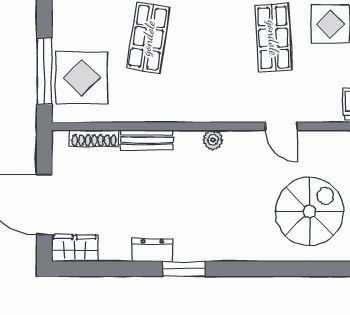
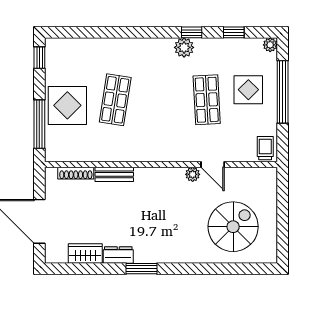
display table: (82, 78) -> (67, 105), moved
plant: (213, 140) -> (193, 174), moved
wardrobe: (75, 248) -> (85, 254), moved

